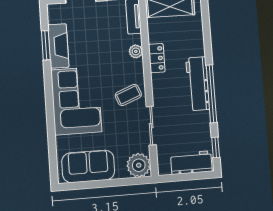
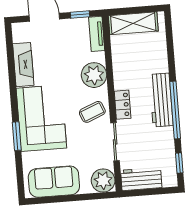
window: (46, 45) -> (17, 136), moved
plant: (136, 51) -> (94, 75), width x1.88, depth x1.88
locker: (157, 58) -> (123, 105), moved
workbench: (191, 163) -> (141, 179), moved

